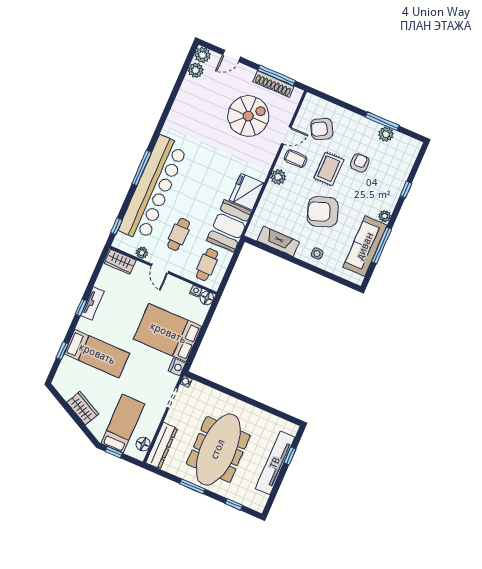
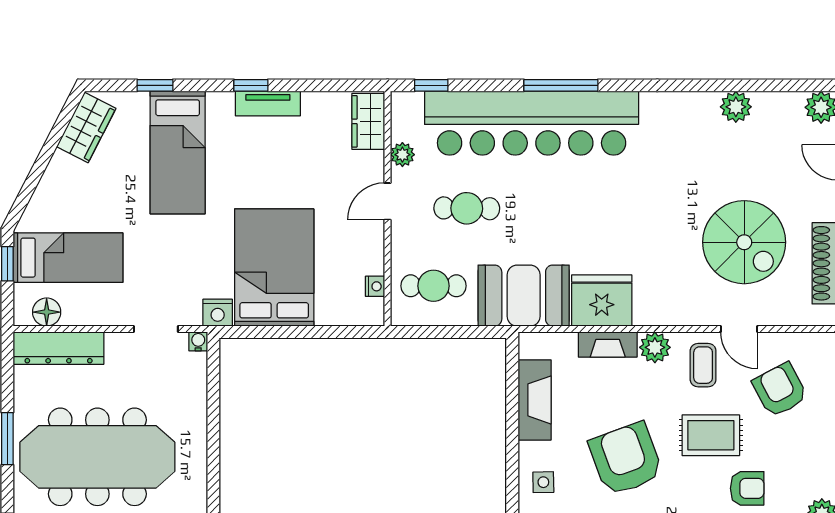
plant: (196, 70) -> (736, 107), moved
fireplace: (268, 198) -> (608, 345), added
floor lamp: (207, 298) -> (371, 312), removed
wardrobe: (83, 408) -> (86, 128), moved

